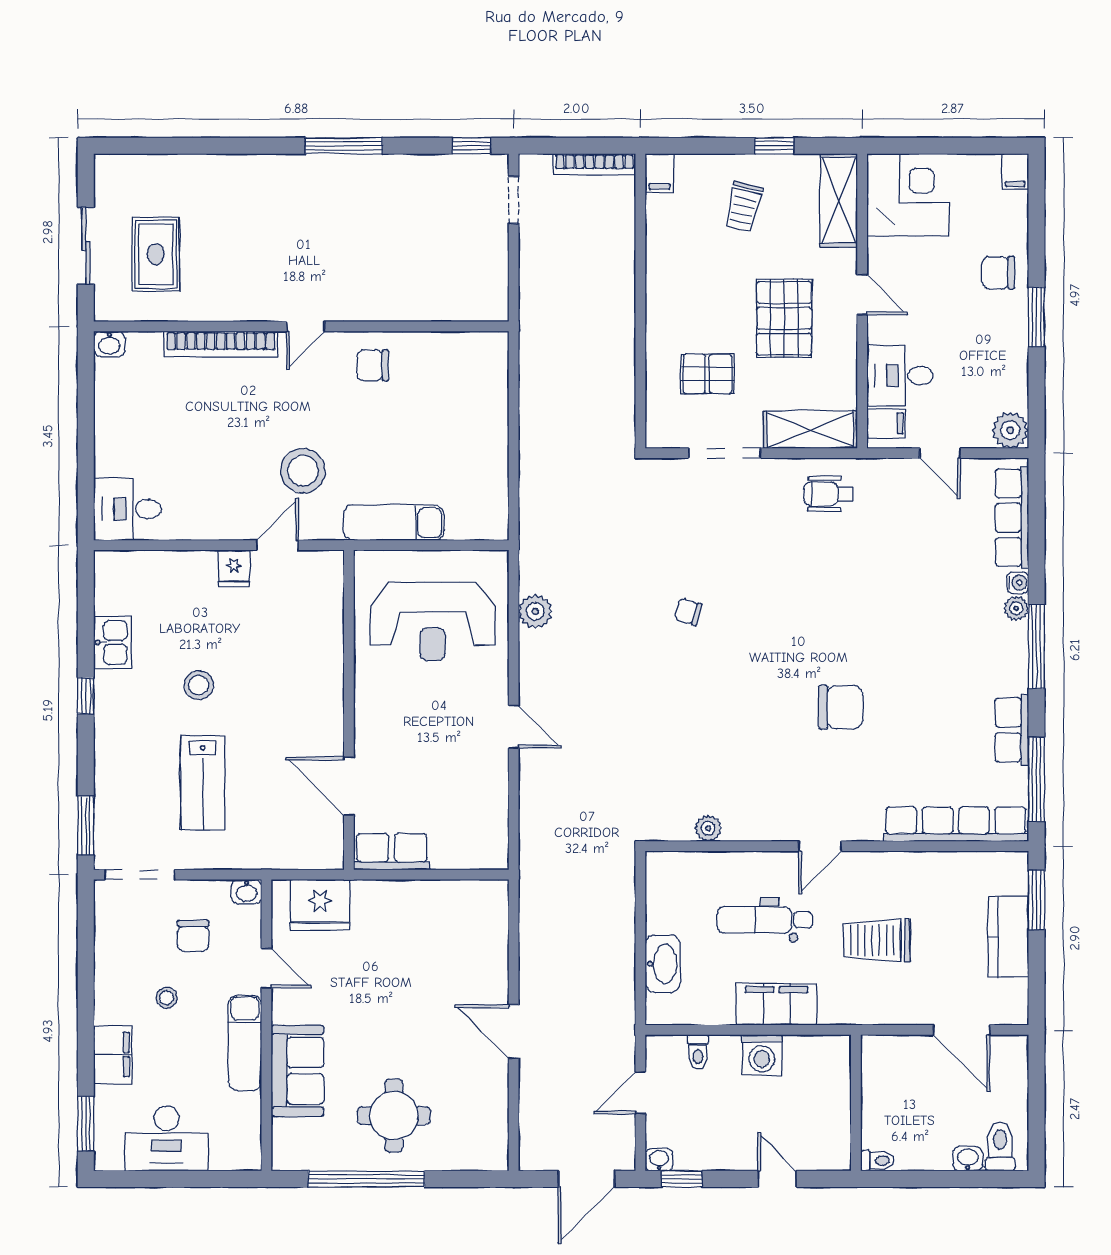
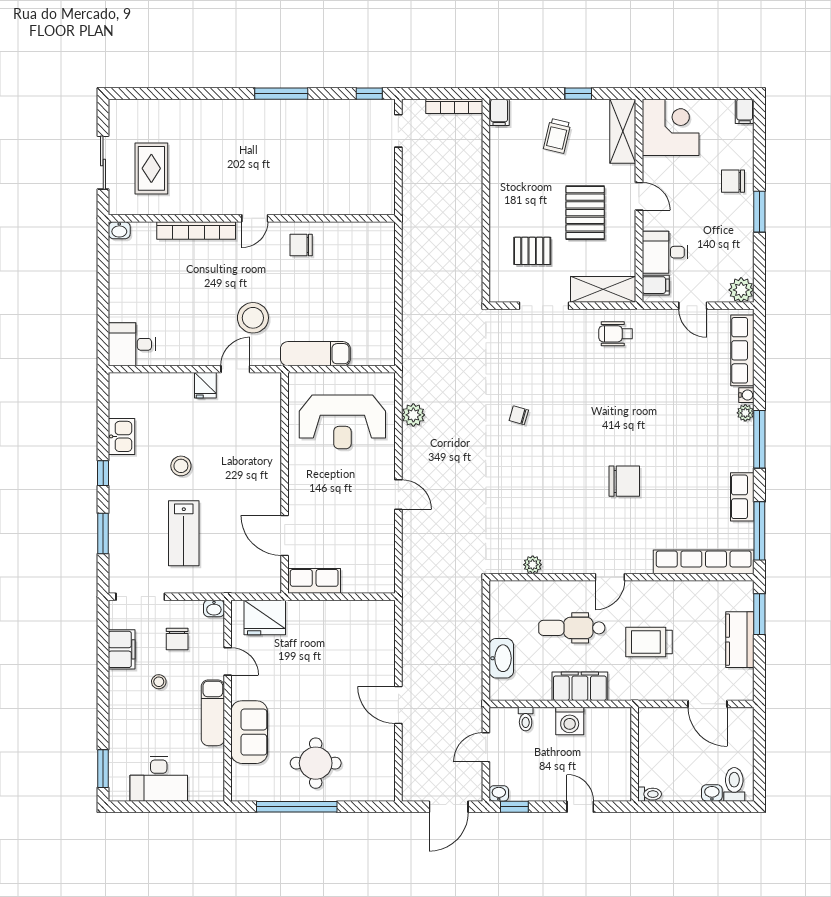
window: (86, 826) -> (103, 533), moved
filing cabinet: (113, 1054) -> (122, 649), moved

